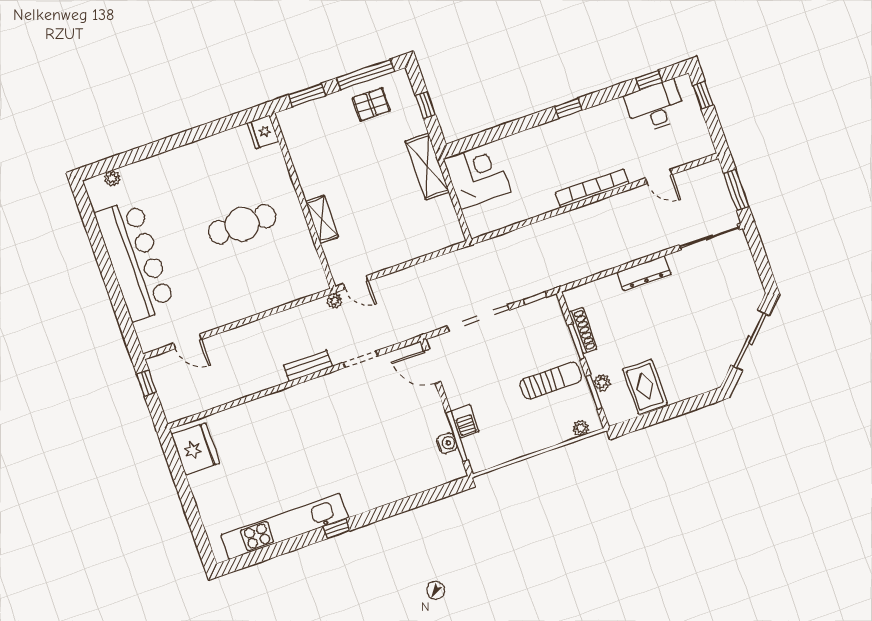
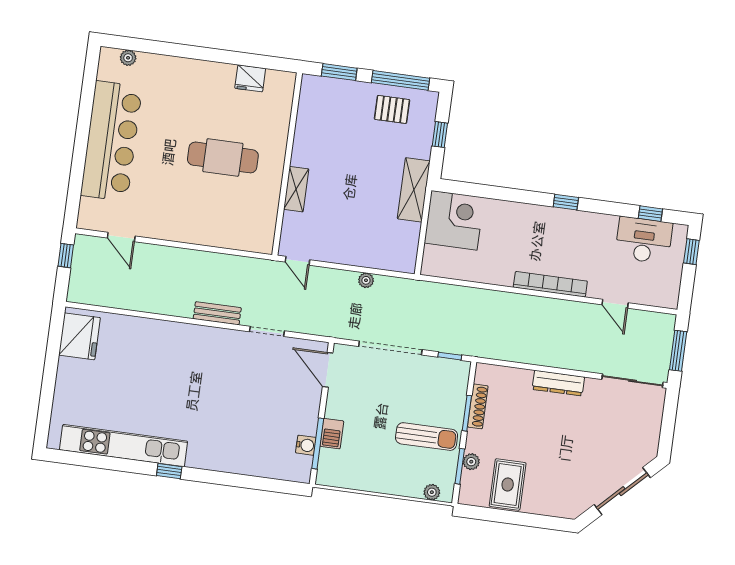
fridge: (263, 132) -> (250, 78), moved, turned -90
plant: (334, 301) -> (366, 280), moved

